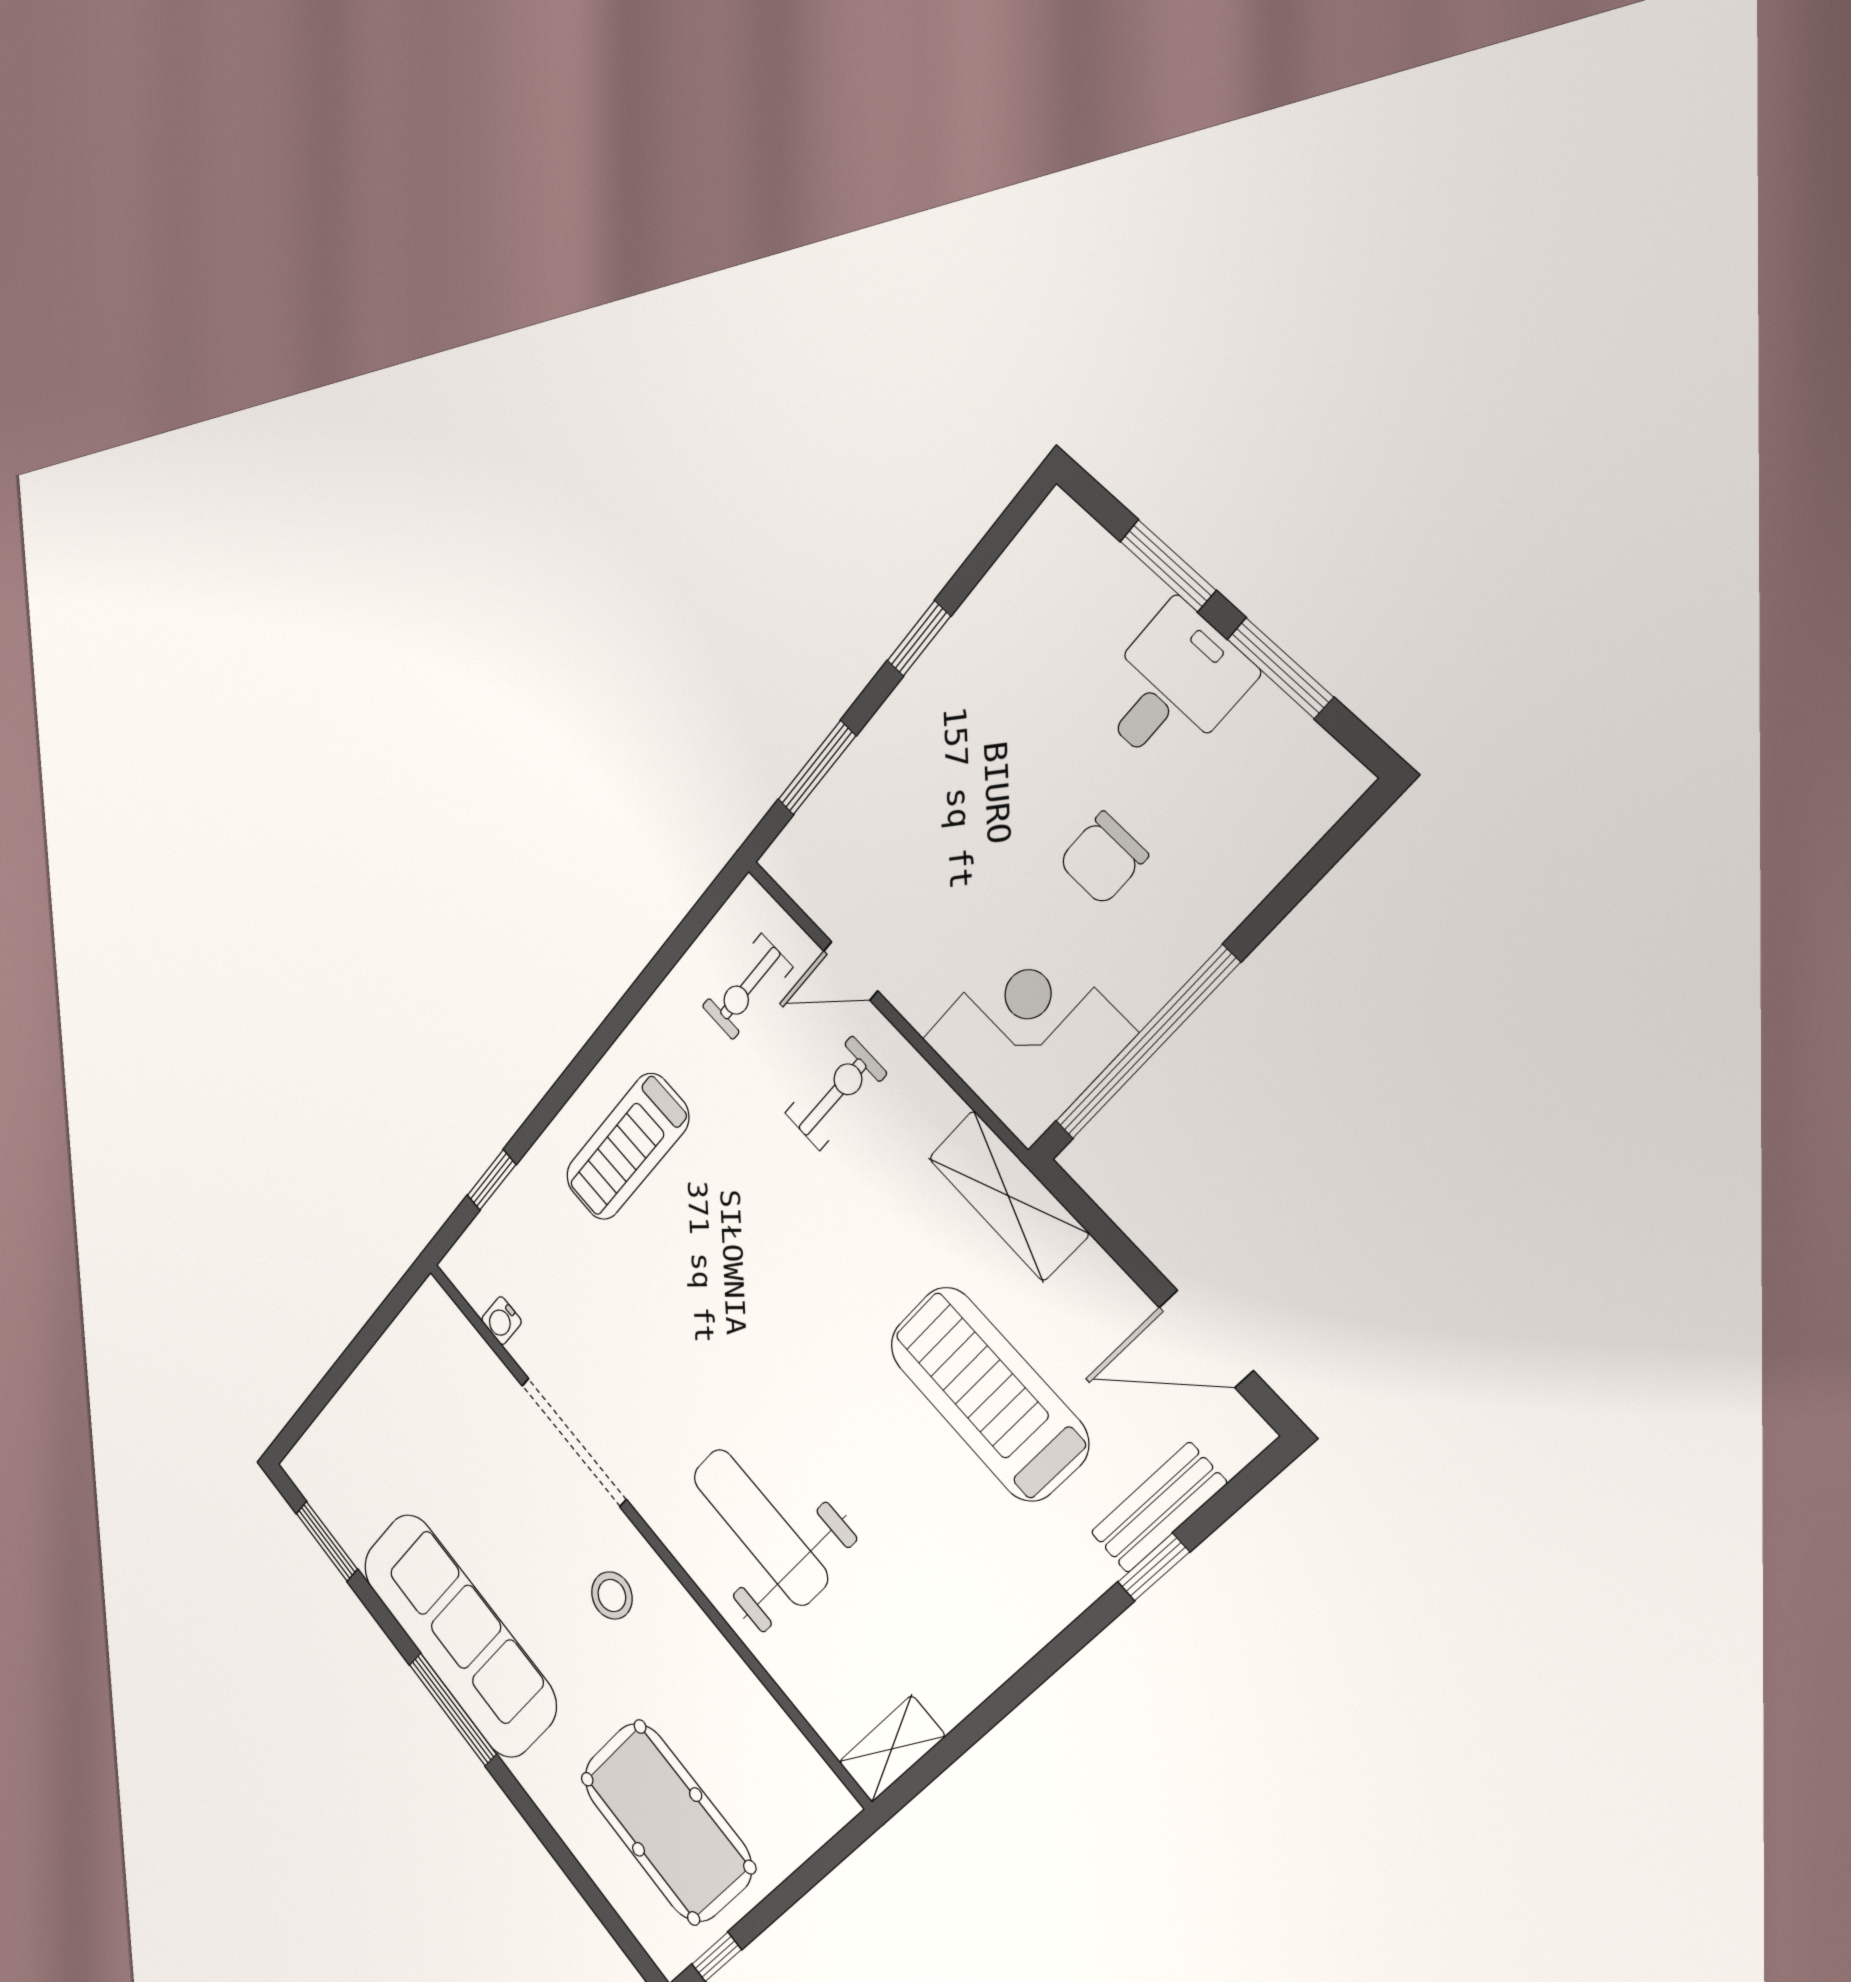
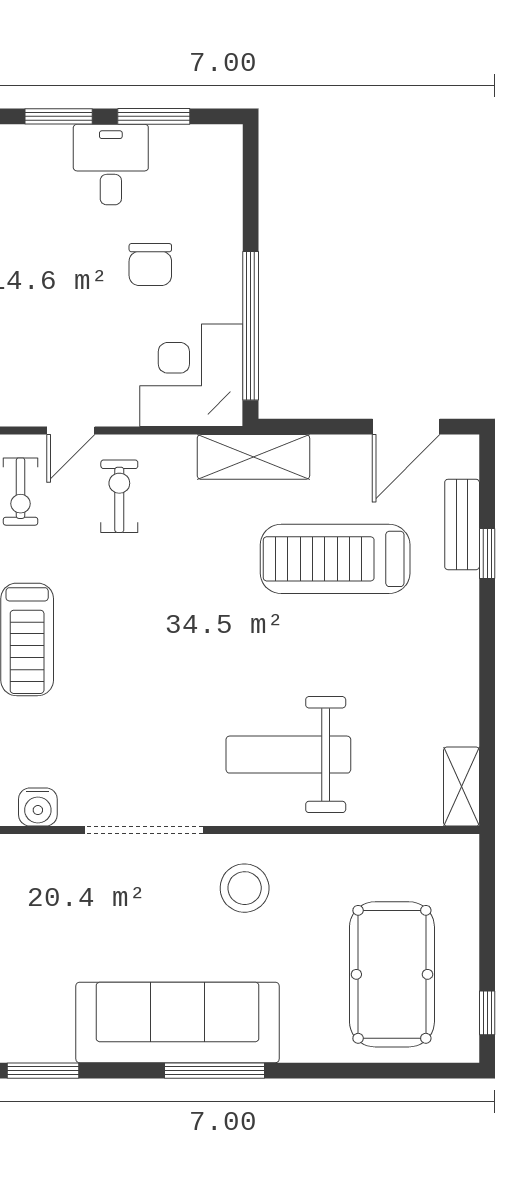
water cooler: (501, 1321) -> (38, 807), width x1.38, depth x1.38
stool: (612, 1595) -> (245, 888), width x1.38, depth x1.38
pool table: (667, 1822) -> (392, 974), turned 90

